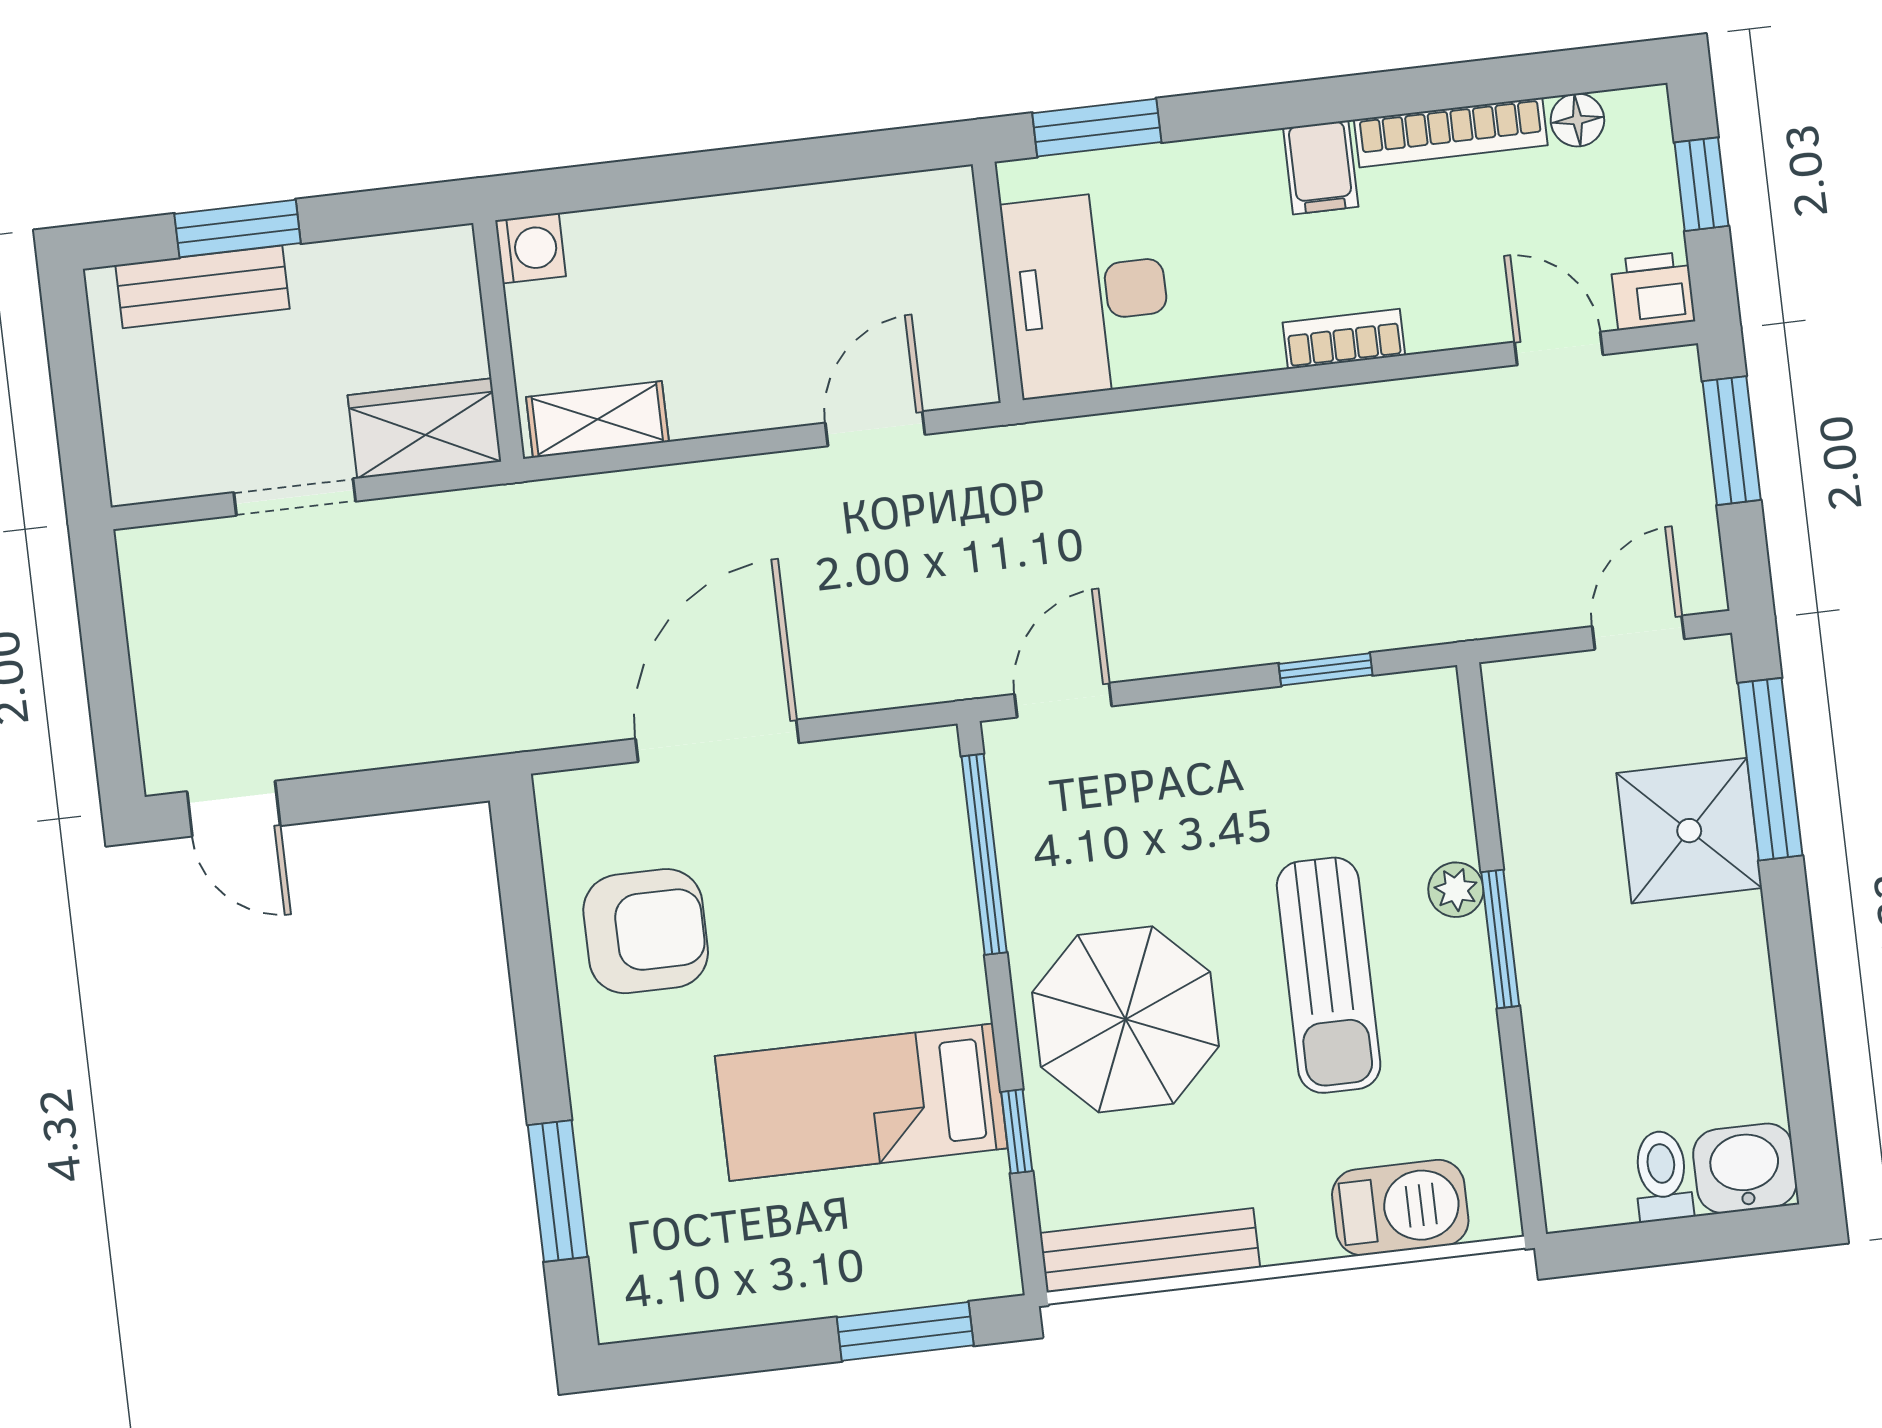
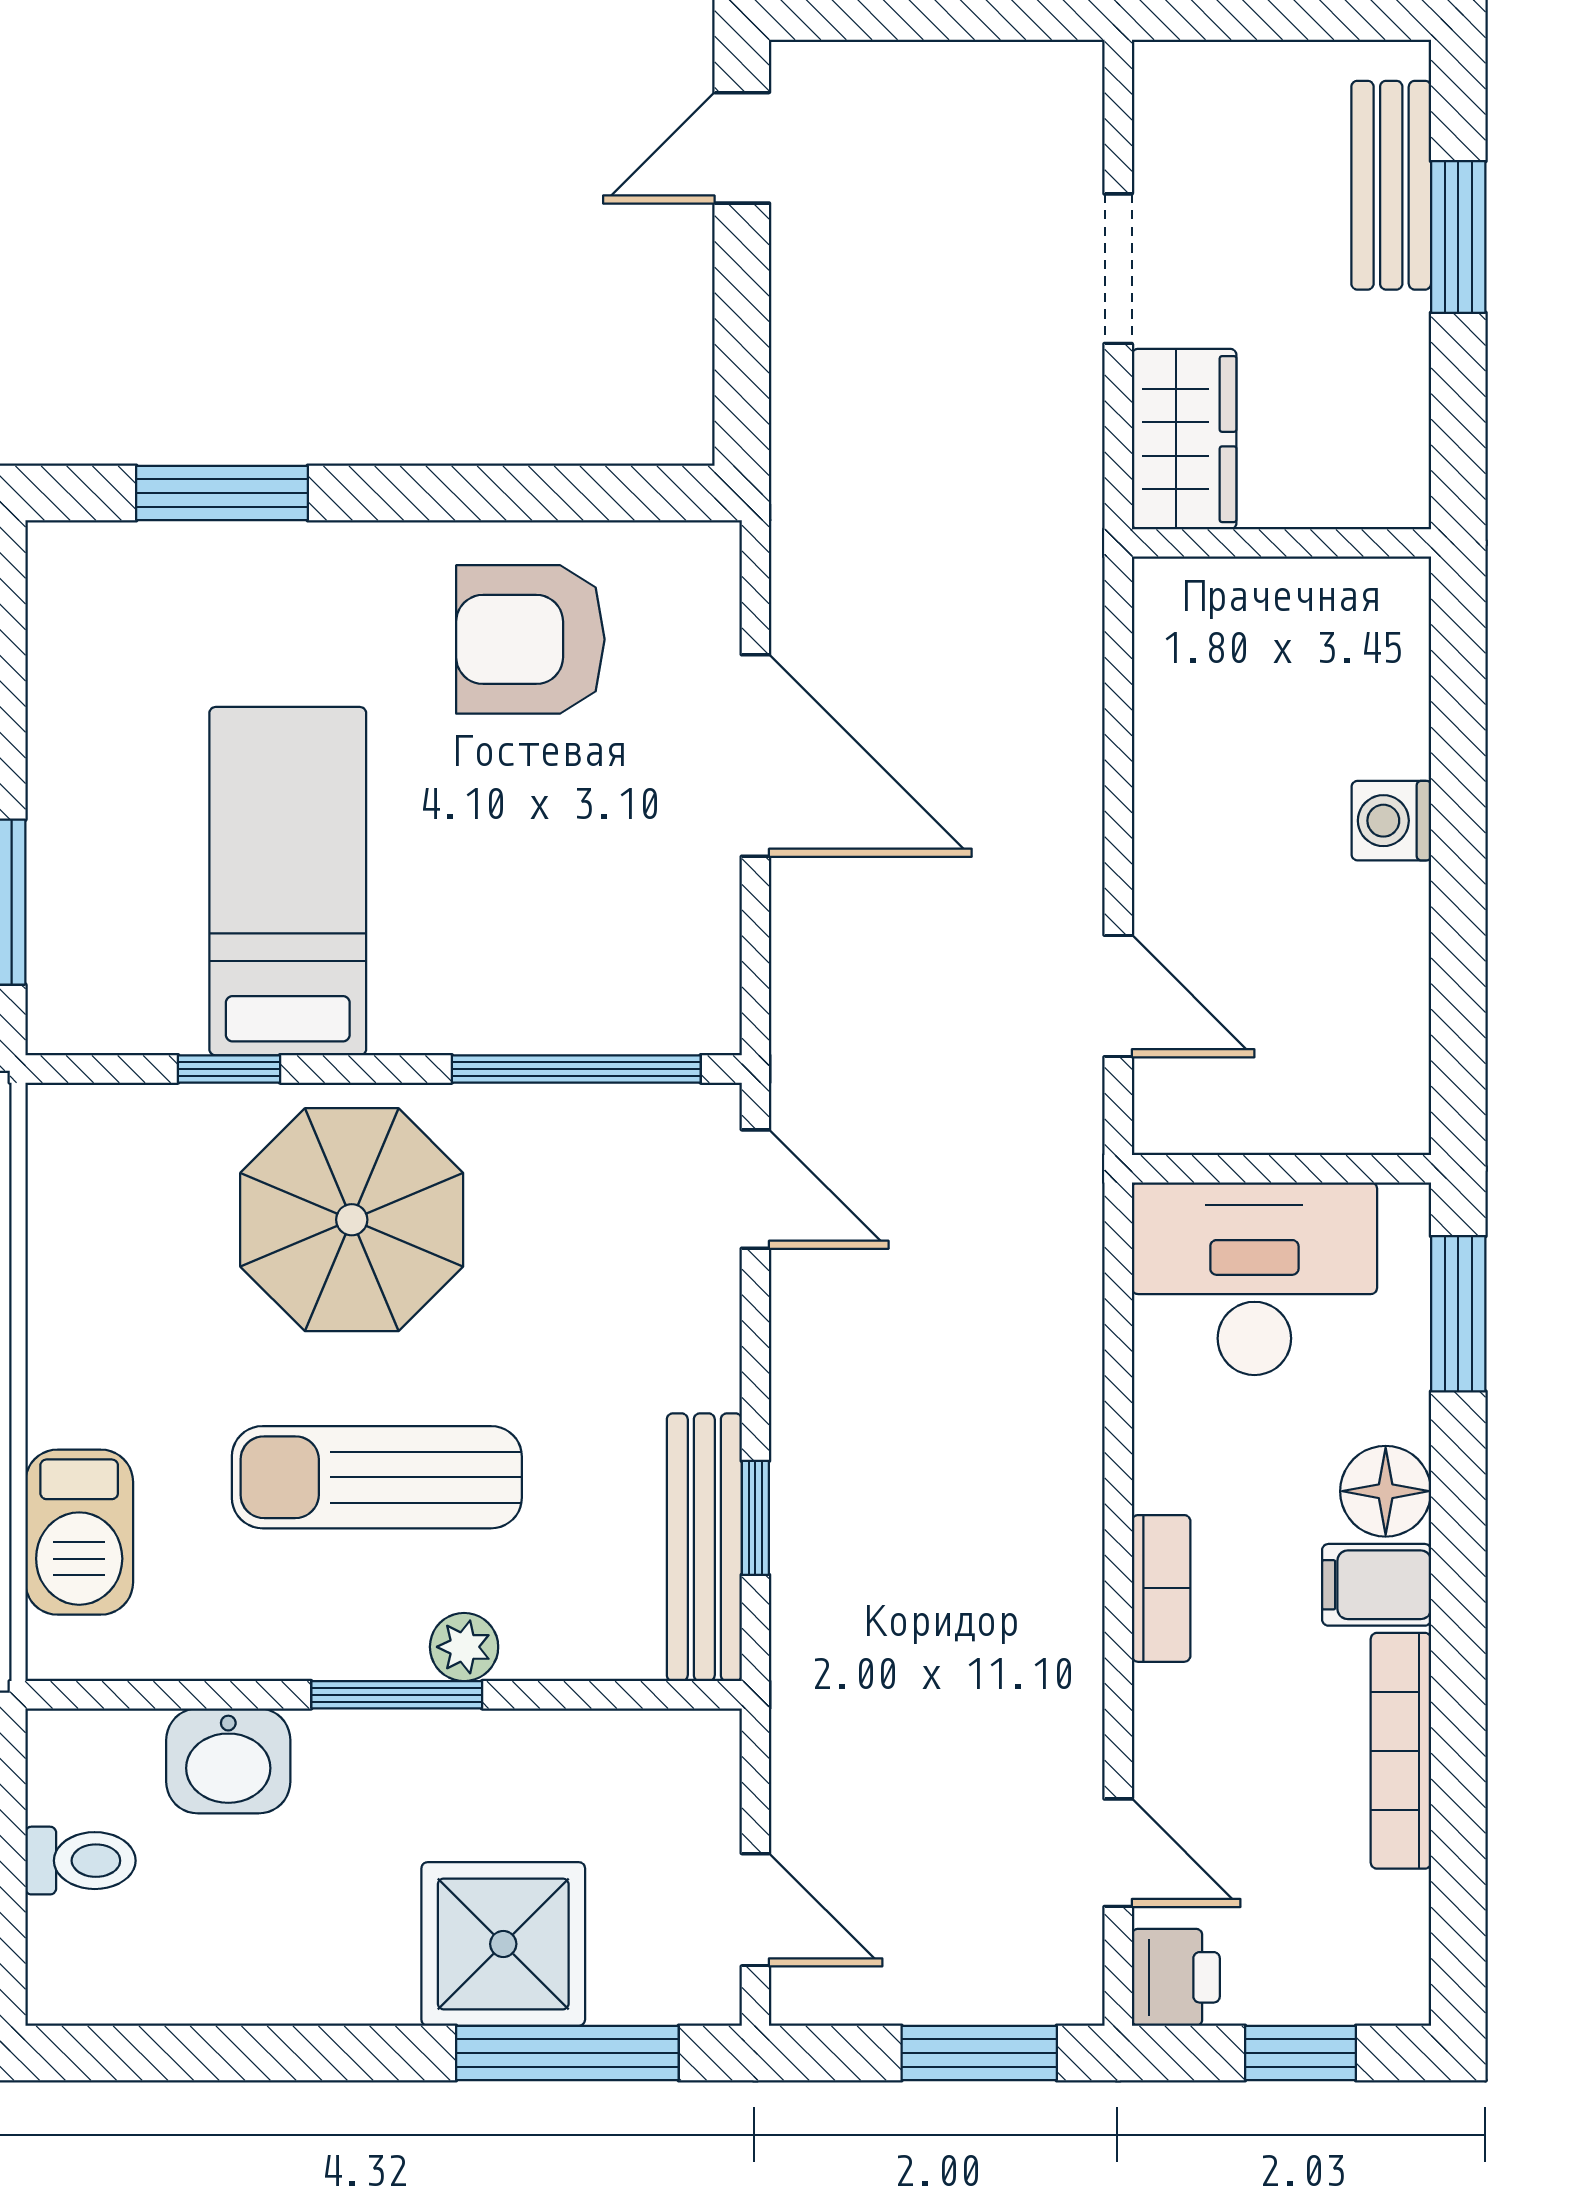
floor lamp: (1577, 120) -> (1386, 1491), moved, width x1.37, depth x1.37
washing machine: (531, 248) -> (1391, 821), moved, turned 90
door: (1559, 348) -> (1118, 1853), hinge flipped
shelving: (597, 419) -> (1170, 654), removed
armchair: (646, 931) -> (530, 639), turned 90
washbasin: (1745, 1168) -> (228, 1761), moved, turned 90
bench: (1150, 1250) -> (704, 1547), moved

